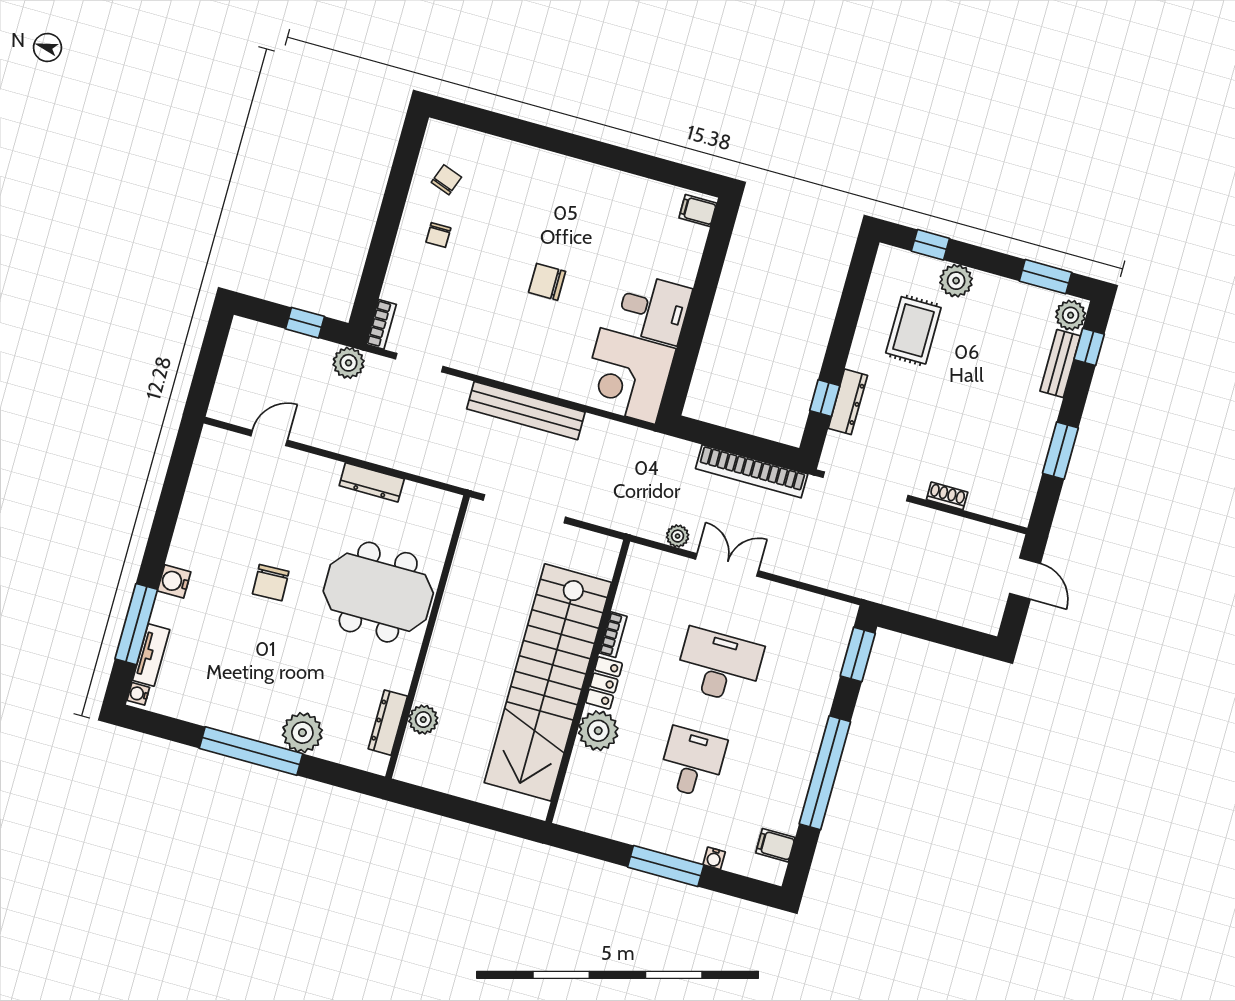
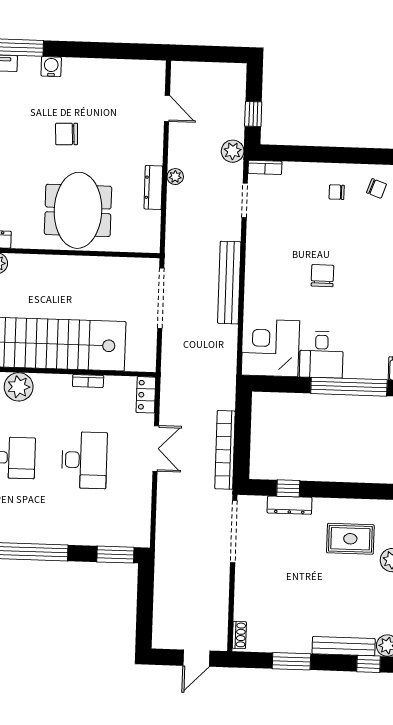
window: (707, 282) -> (349, 387), added
bench: (1060, 364) -> (344, 646), width x1.36
shoe rack: (947, 496) -> (239, 635), moved
plant: (678, 536) -> (175, 177), moved
locker: (604, 683) -> (146, 395), moved, turned 90

